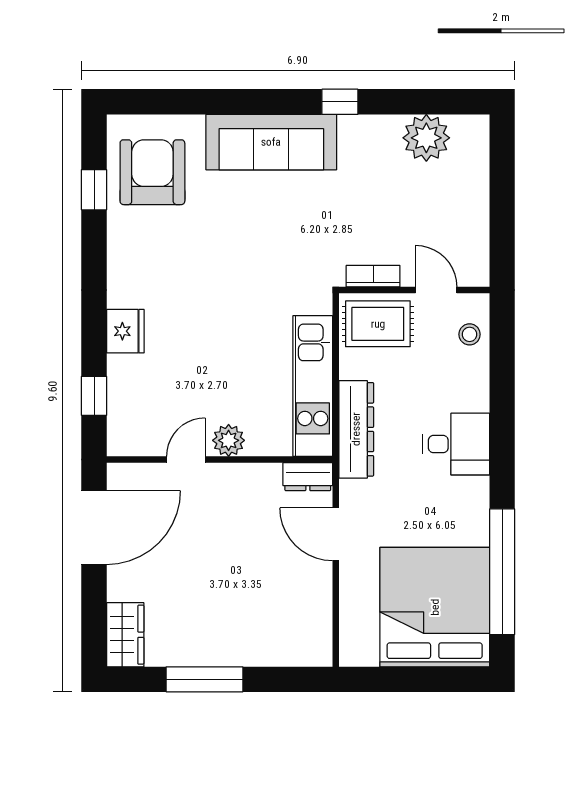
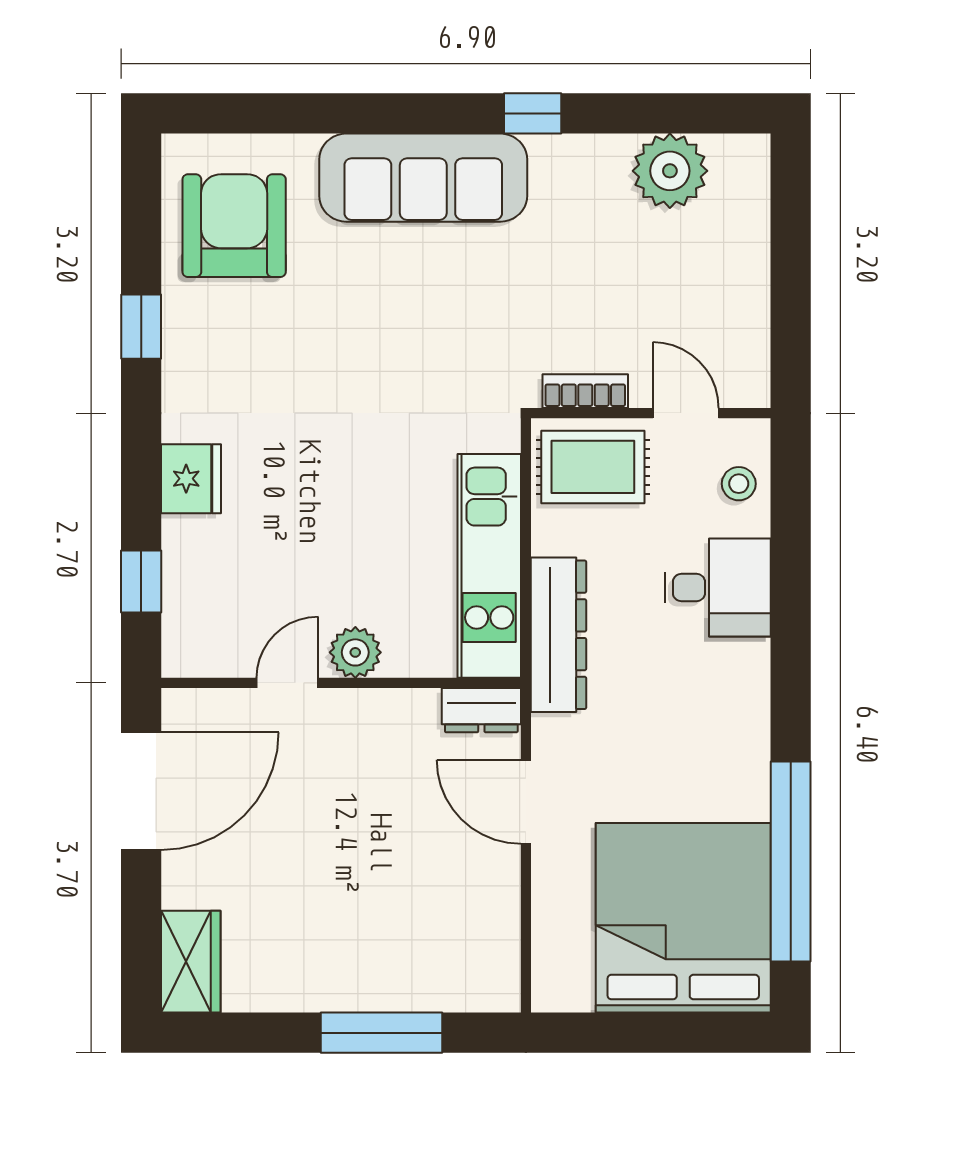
window: (94, 190) -> (141, 327), moved
desk: (456, 444) -> (718, 588), moved
window: (204, 679) -> (381, 1033), moved

